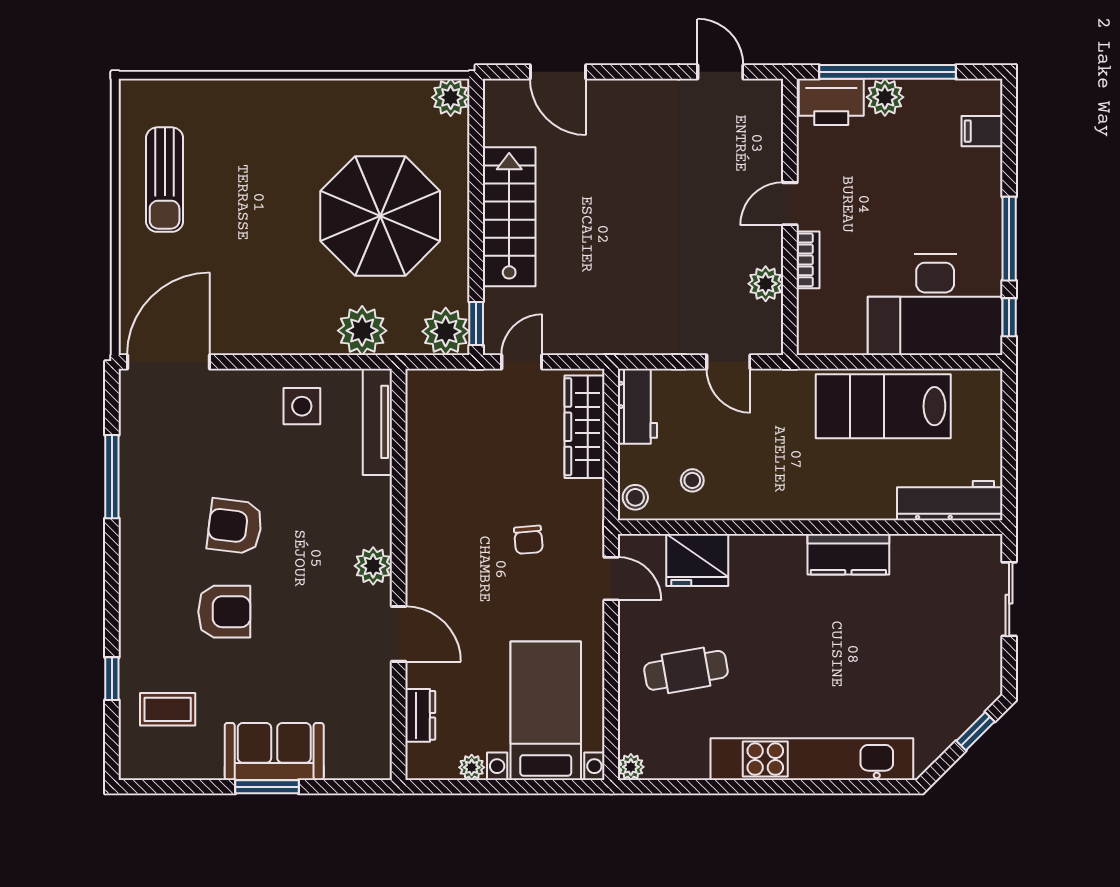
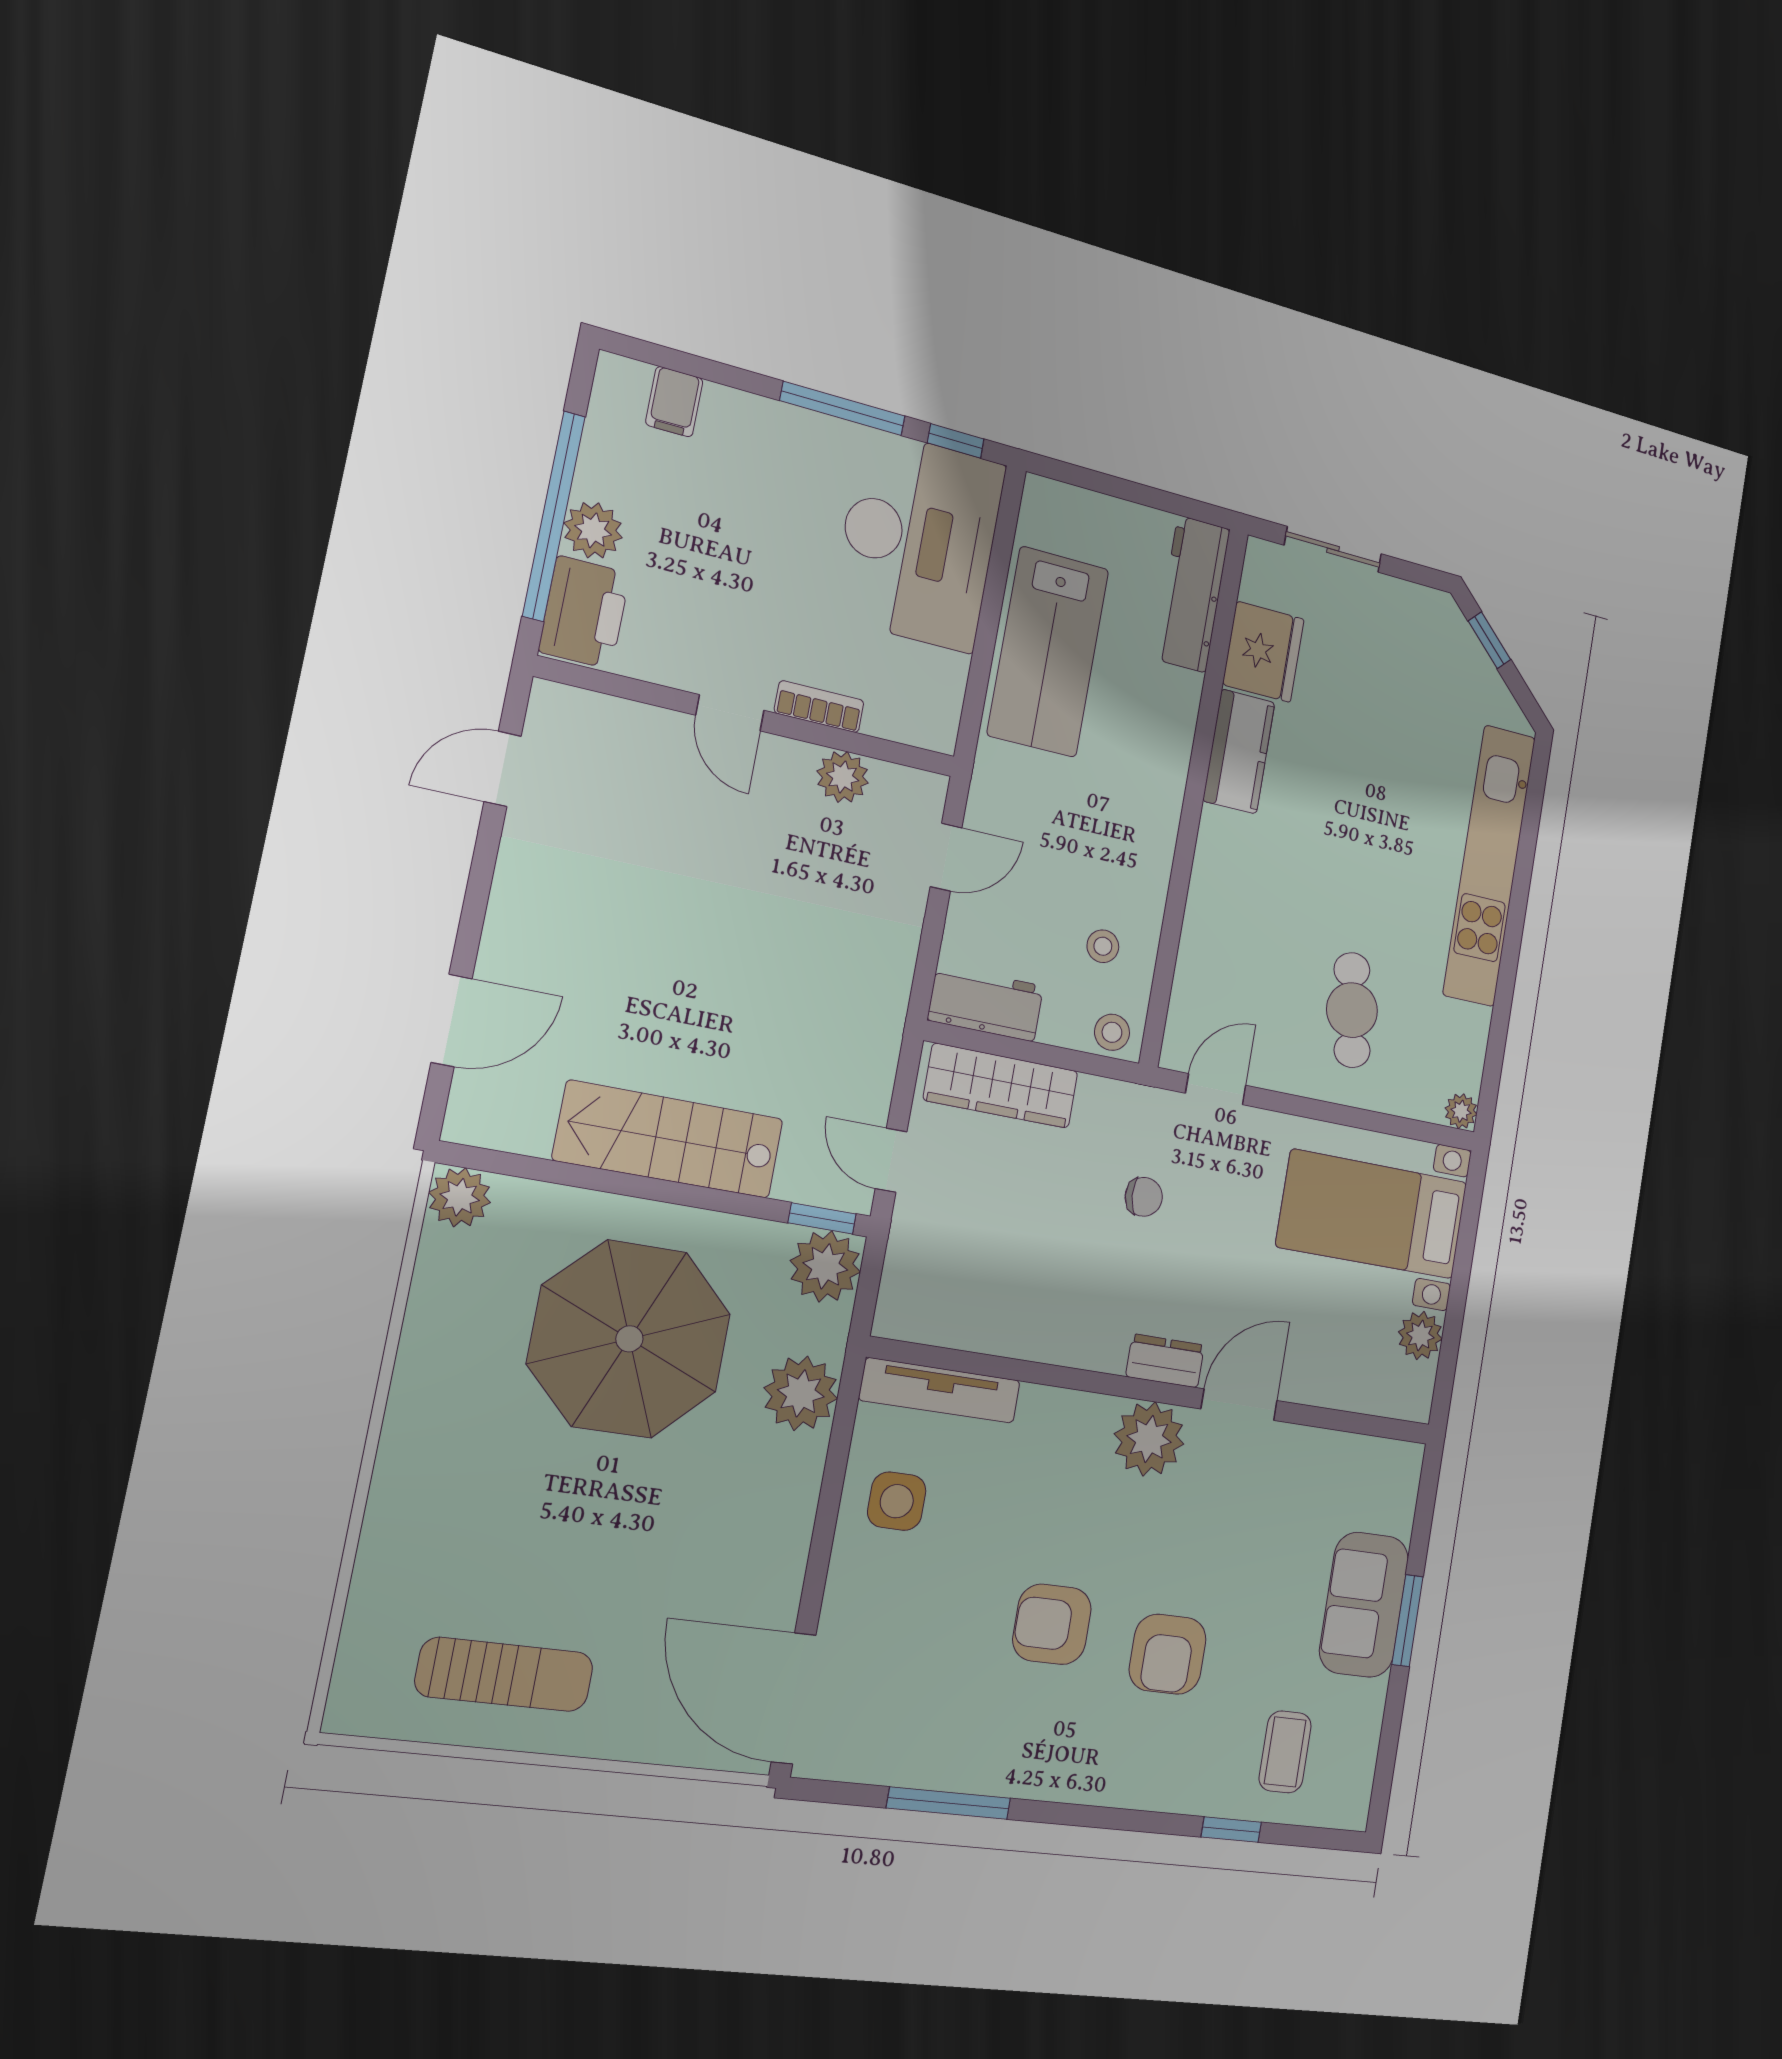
armchair: (235, 526) -> (1052, 1624), turned 83
fridge: (697, 560) -> (1263, 652), moved
plant: (373, 566) -> (1149, 1439), width x1.36, depth x1.36
armchair: (224, 612) -> (1168, 1654), turned 180
dresser: (420, 715) -> (1165, 1361), moved
plant: (472, 767) -> (1420, 1335), width x1.38, depth x1.38

